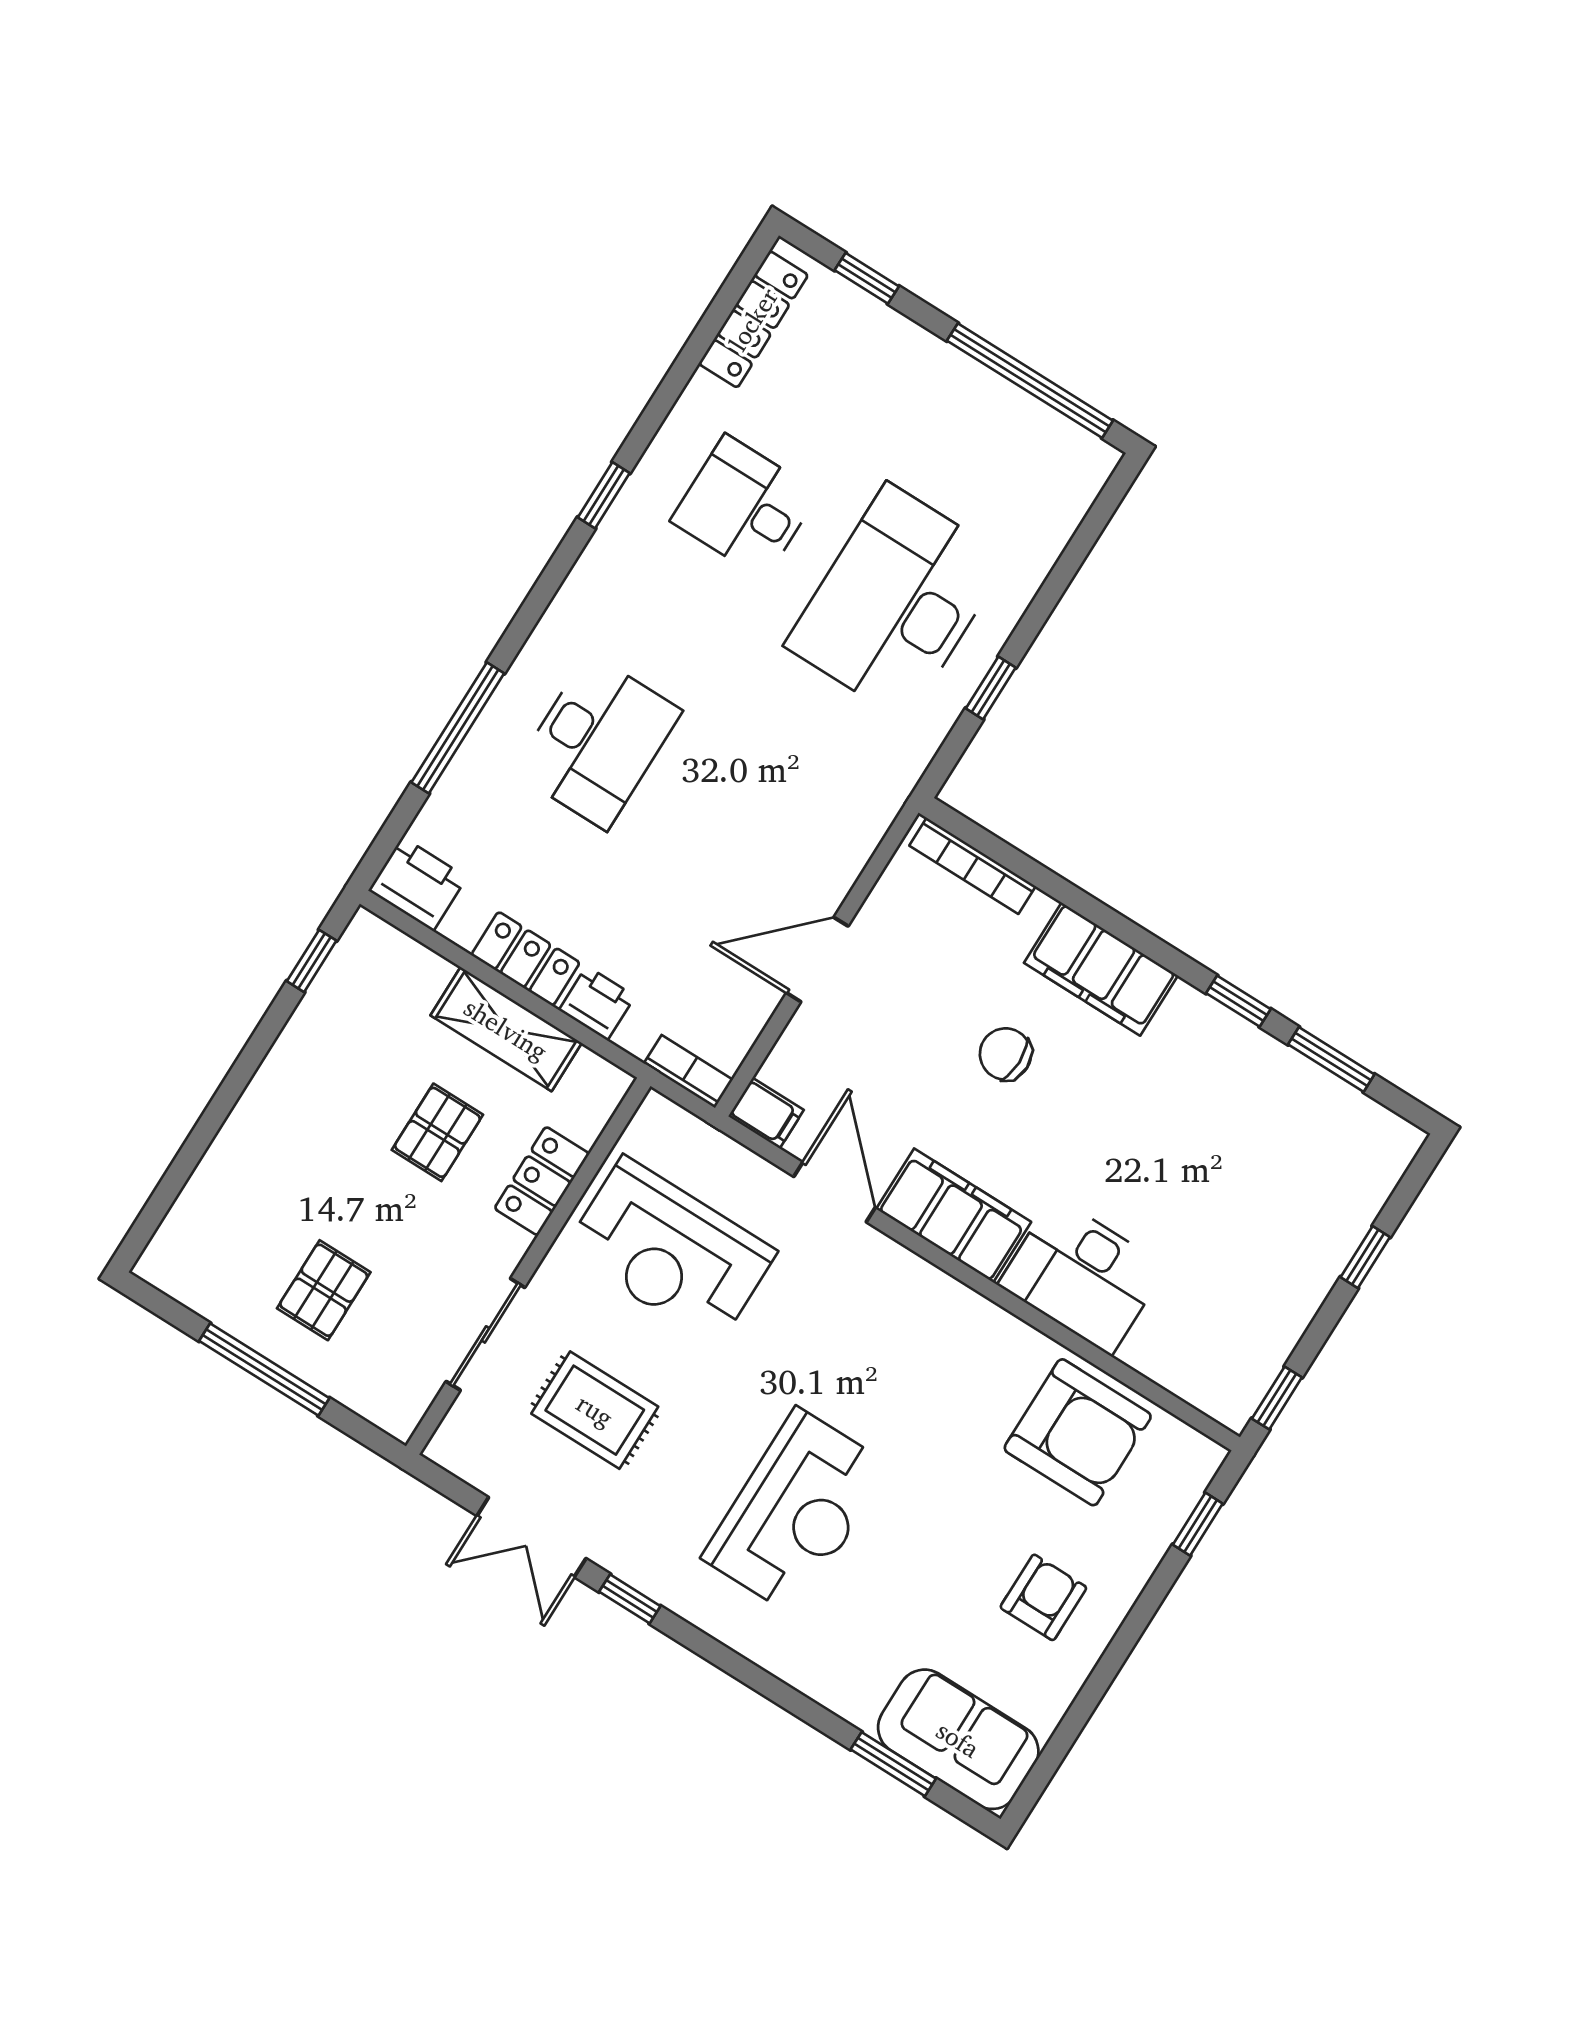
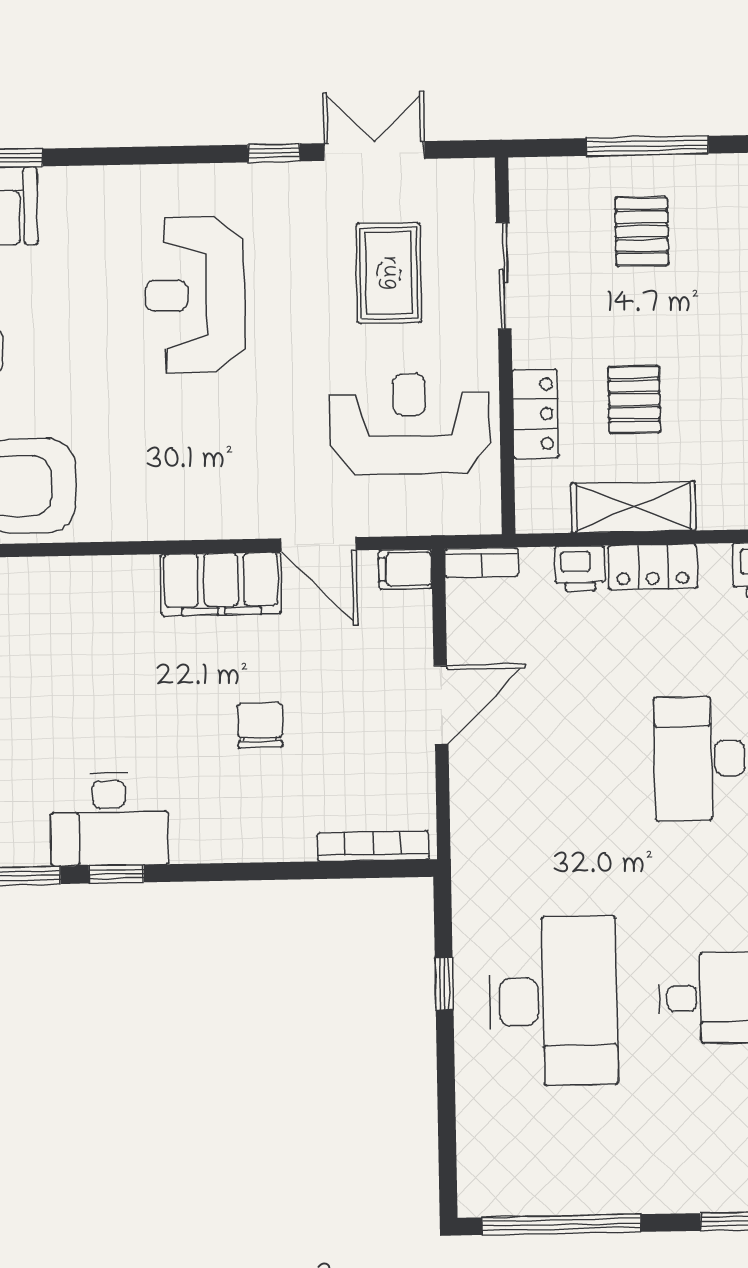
filing cabinet: (1101, 969) -> (231, 832), removed
chair: (1006, 1054) -> (260, 726), turned -90
desk: (1082, 1276) -> (109, 819), moved, turned 180
rug: (595, 1410) -> (389, 273), turned 90

